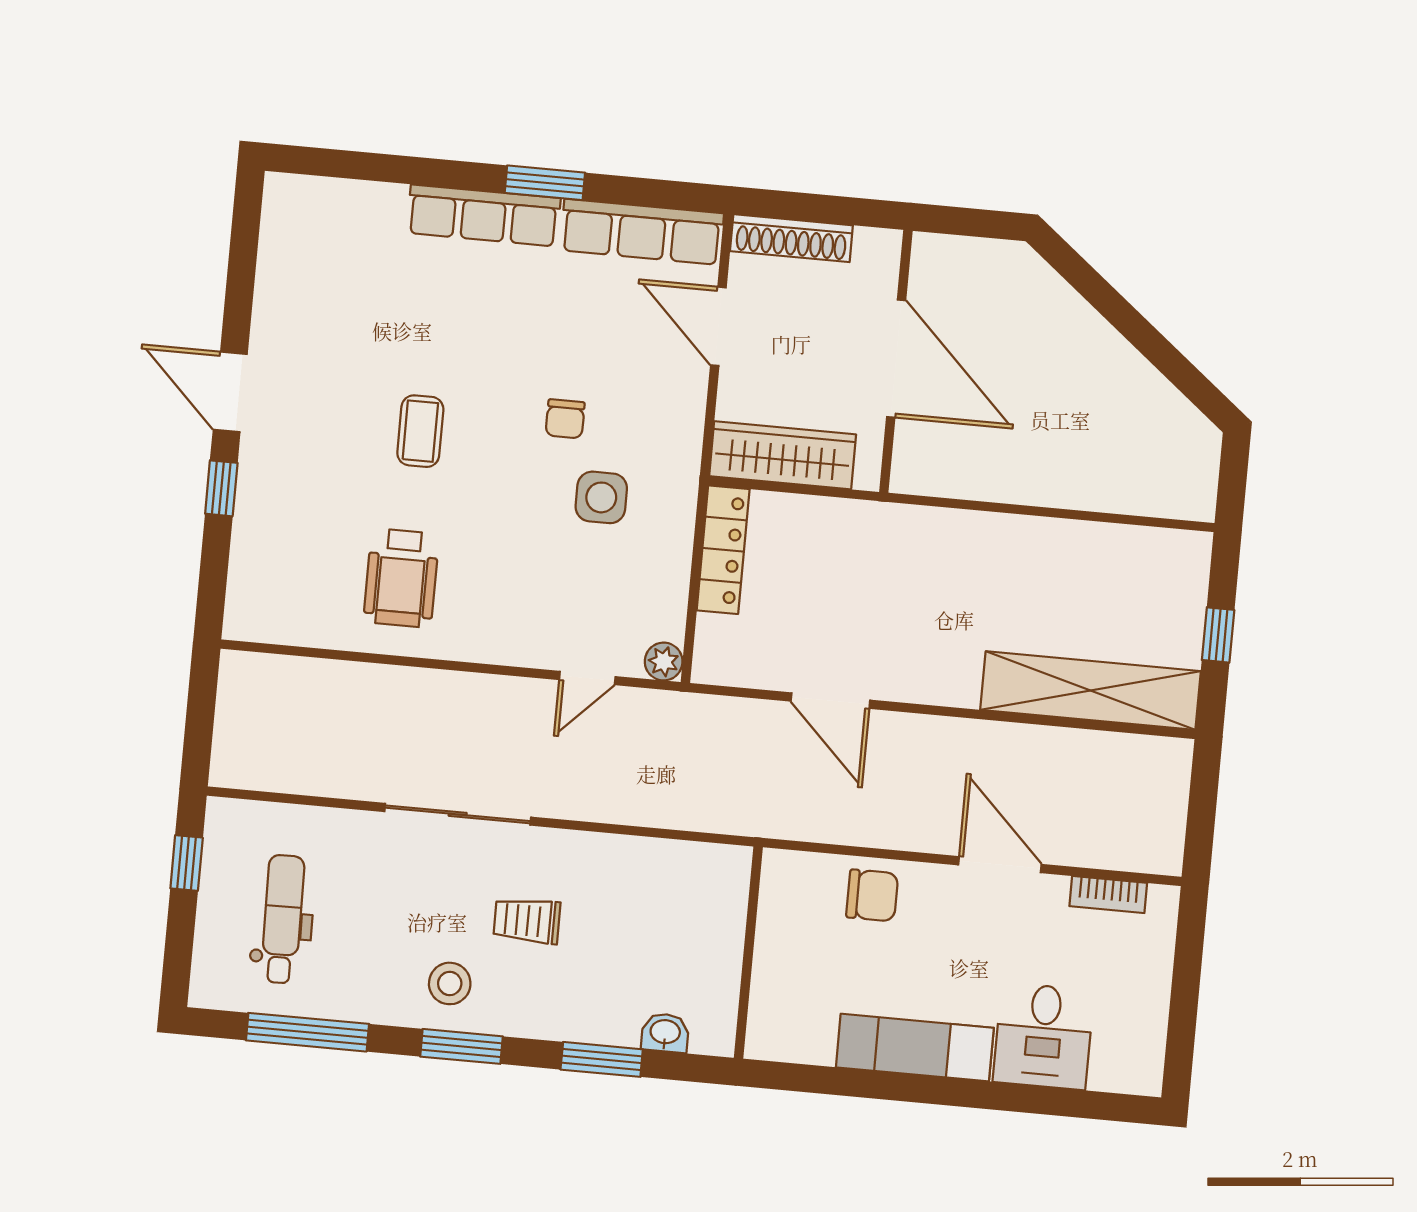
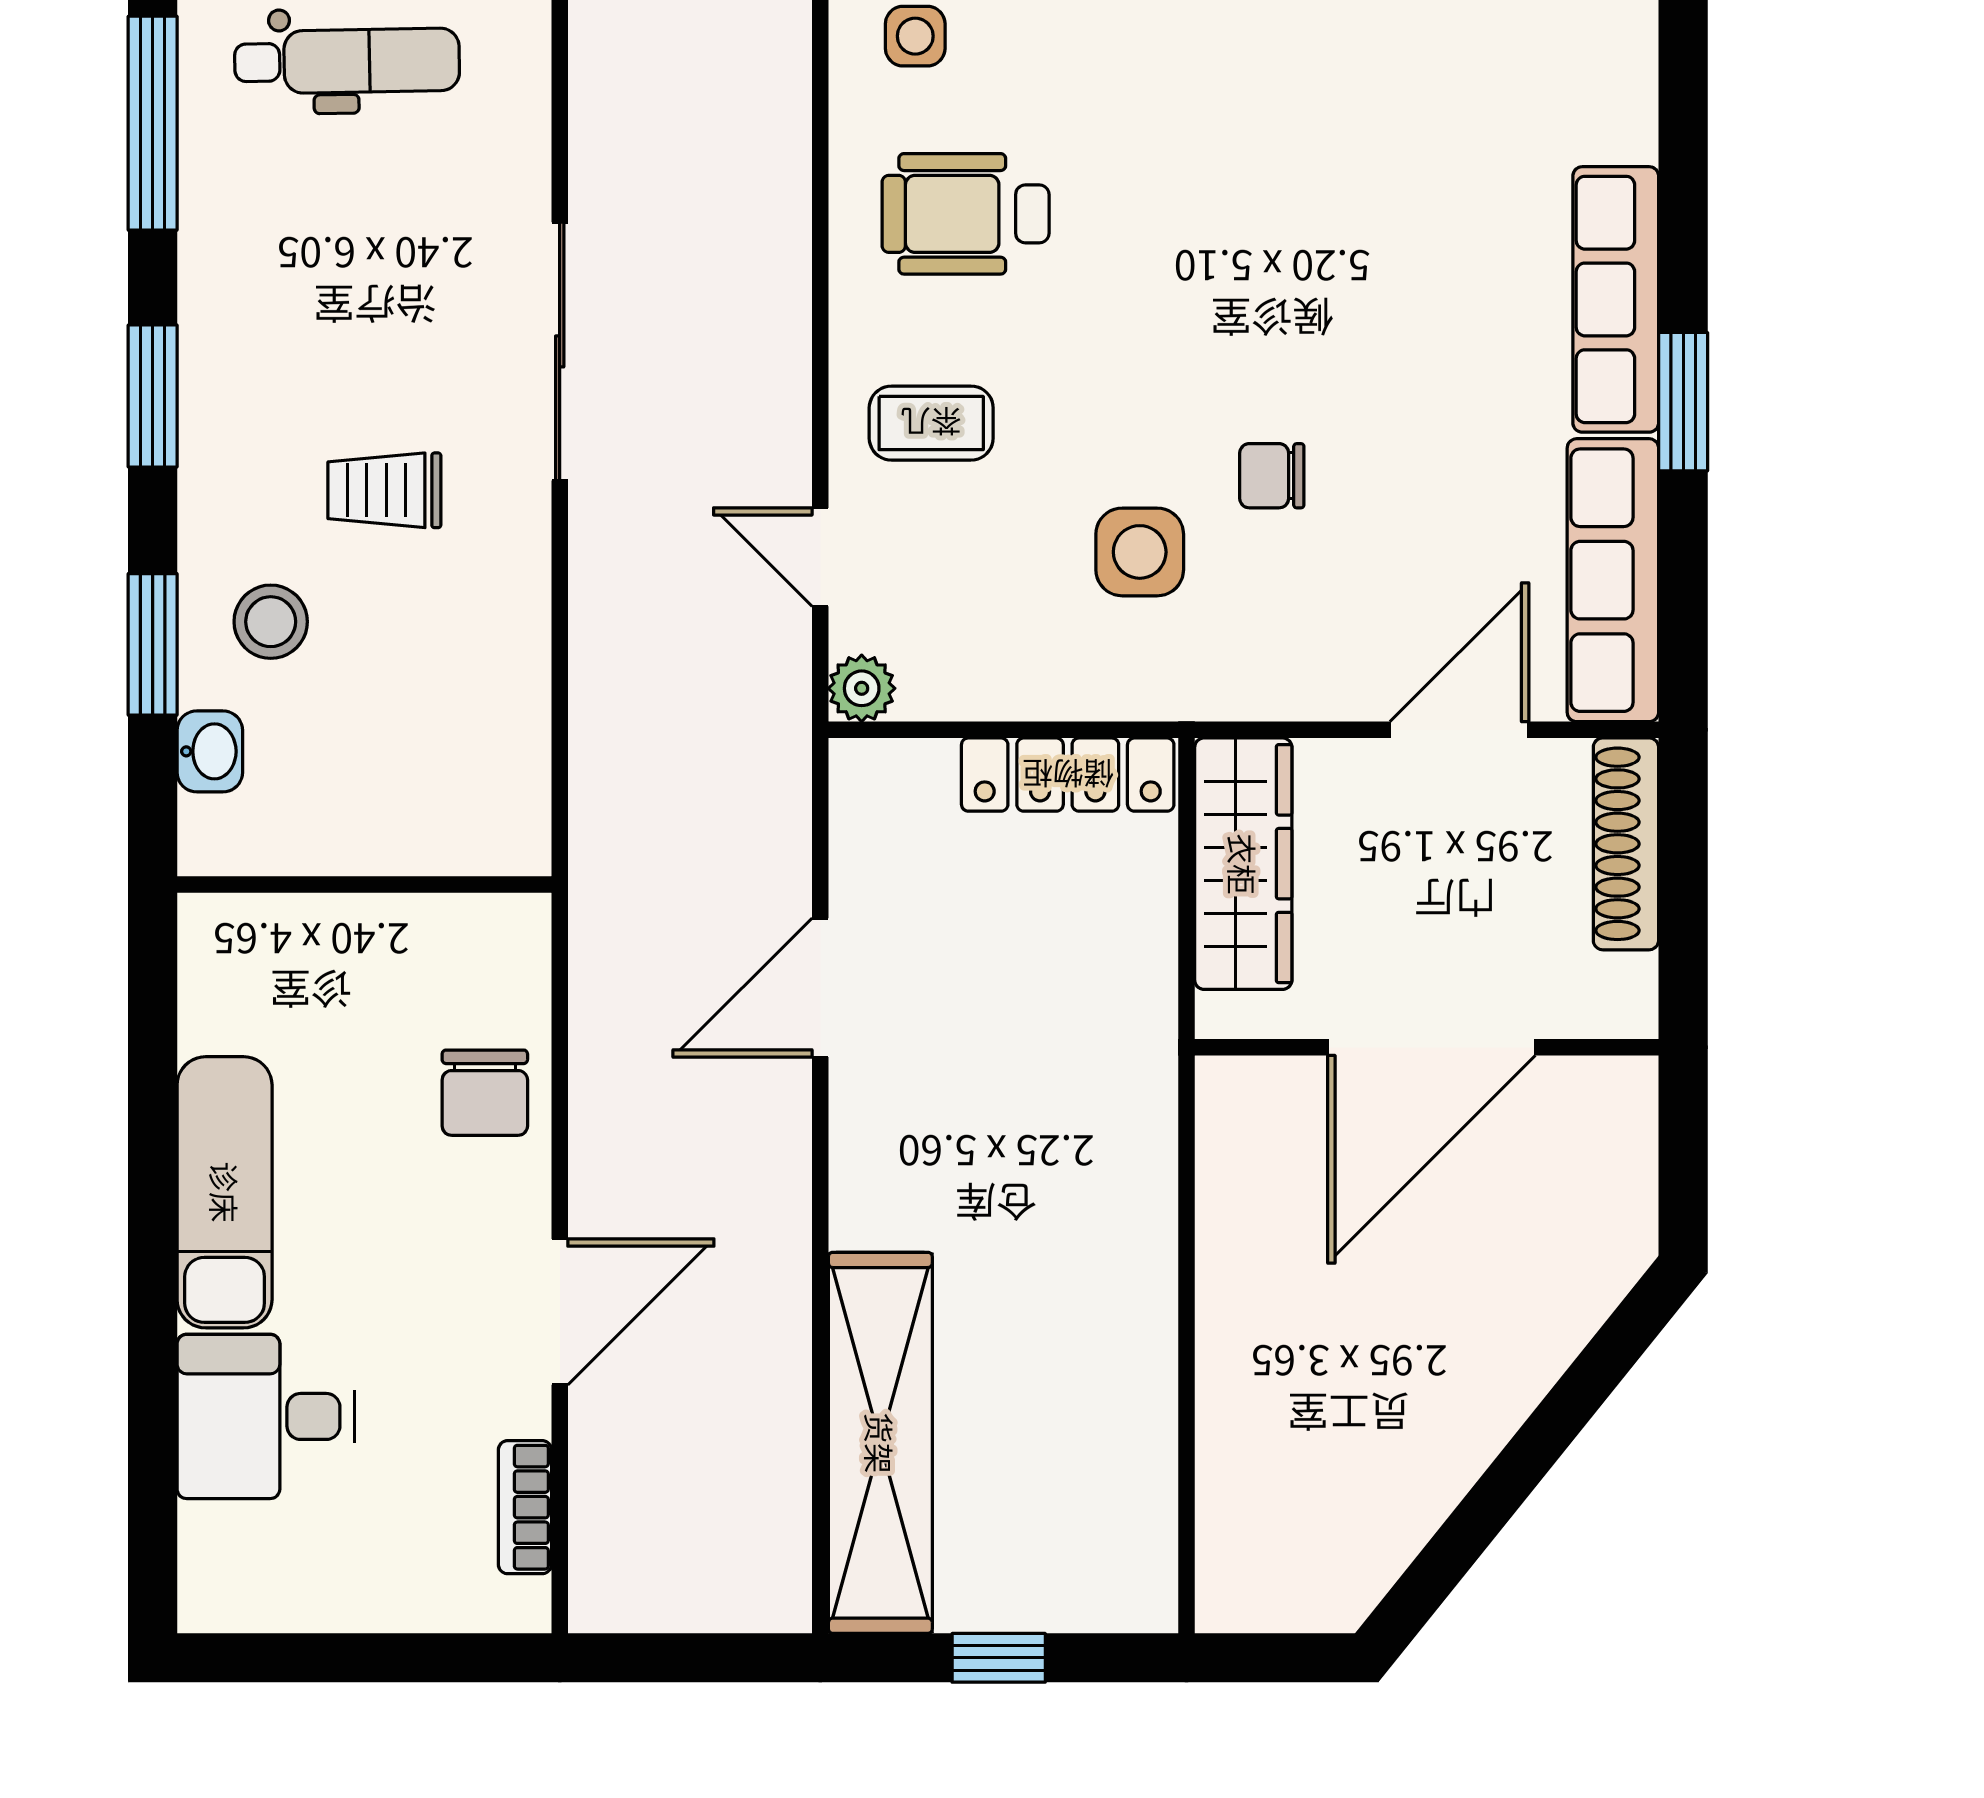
coffee table: (420, 431) -> (931, 423), moved
side table: (298, 597) -> (915, 36), added
trolley: (527, 921) -> (384, 490), turned -90
stool: (450, 983) -> (271, 622), moved

